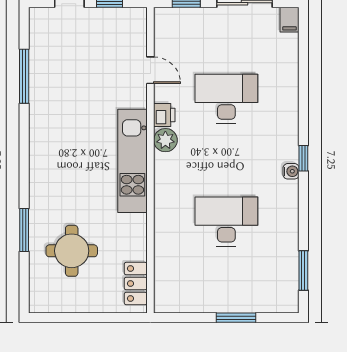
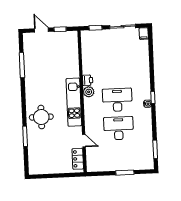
door: (150, 70) -> (84, 141), moved
desk: (226, 99) -> (117, 100), moved
round table: (72, 251) -> (41, 117), moved

